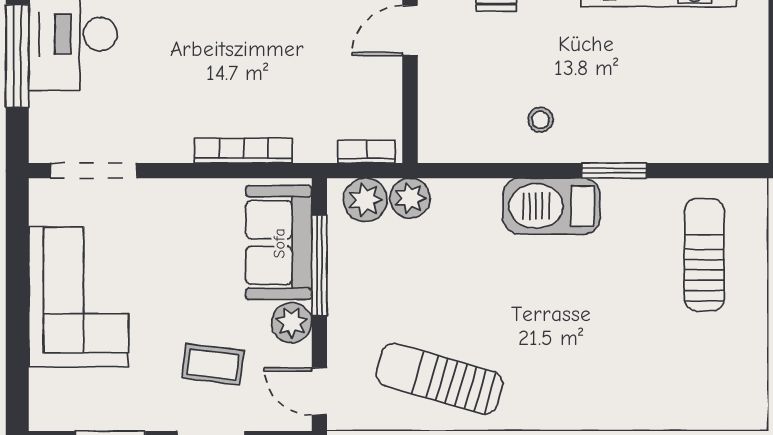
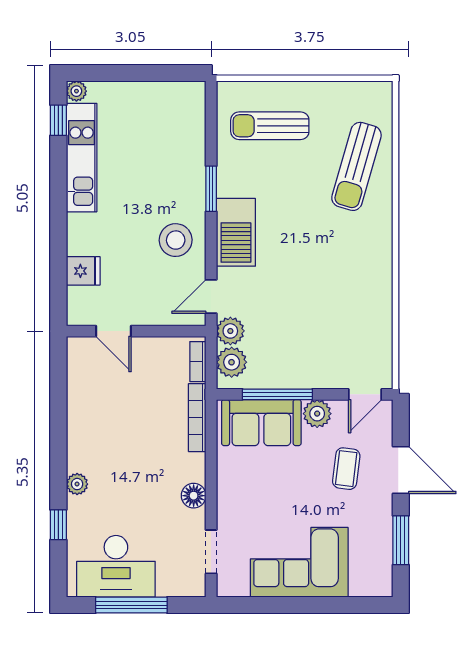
stool: (540, 120) -> (176, 240), width x1.89, depth x1.89
floor lamp: (174, 145) -> (194, 496), added
bookcase: (243, 151) -> (197, 418), moved
doorway: (94, 171) -> (211, 552), width x0.73
door: (460, 171) -> (211, 296), added
sun lounger: (439, 379) -> (356, 166), moved

